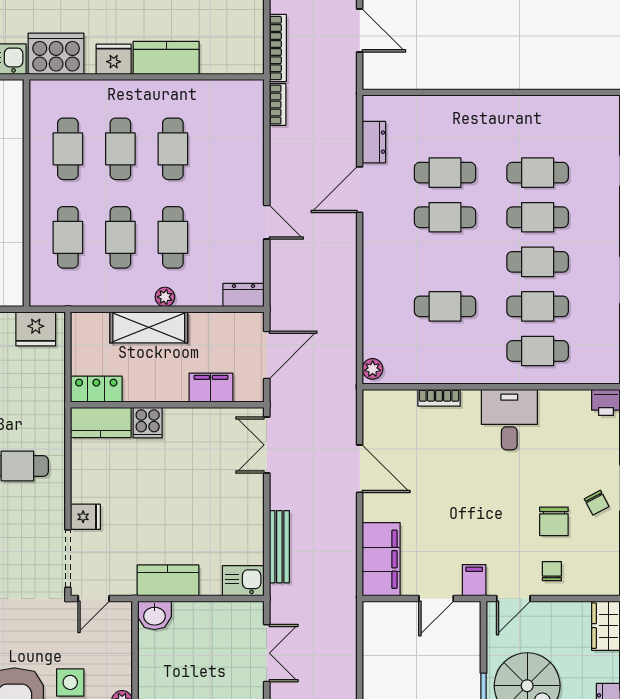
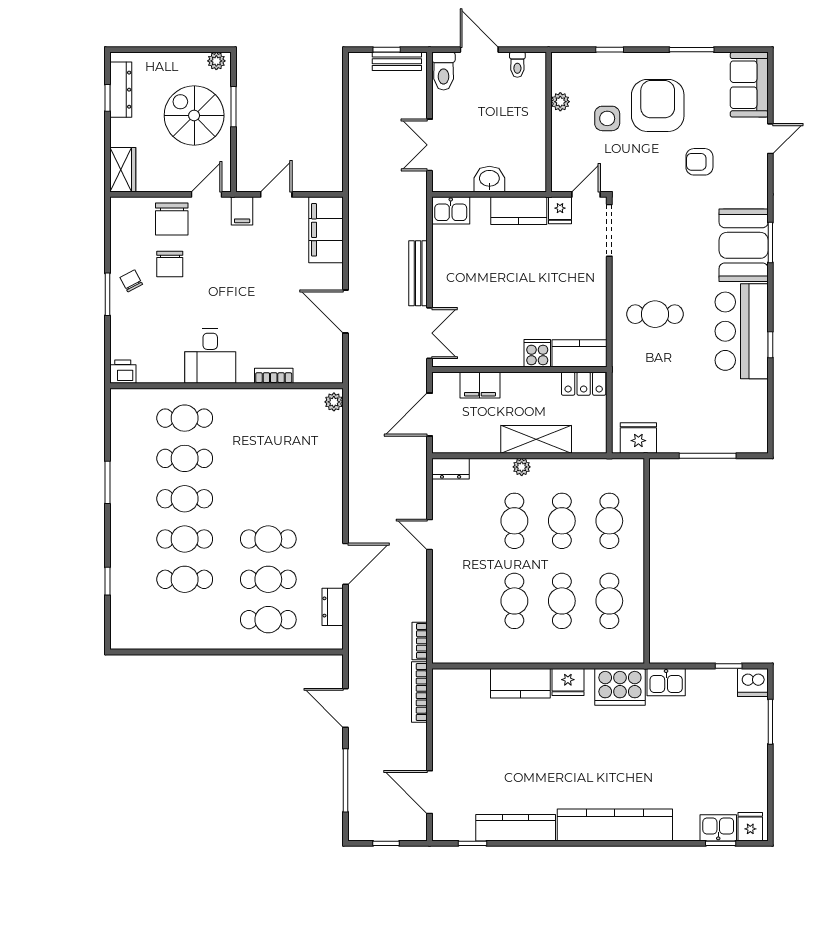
cafe table: (445, 306) -> (268, 620), moved
fridge: (85, 517) -> (560, 210), moved, turned -90
chair: (554, 521) -> (170, 264), turned 180
bench: (279, 547) -> (418, 273), moved
chair: (552, 571) -> (172, 219), width x1.87, depth x1.87
washbasin: (154, 615) -> (489, 179), moved

